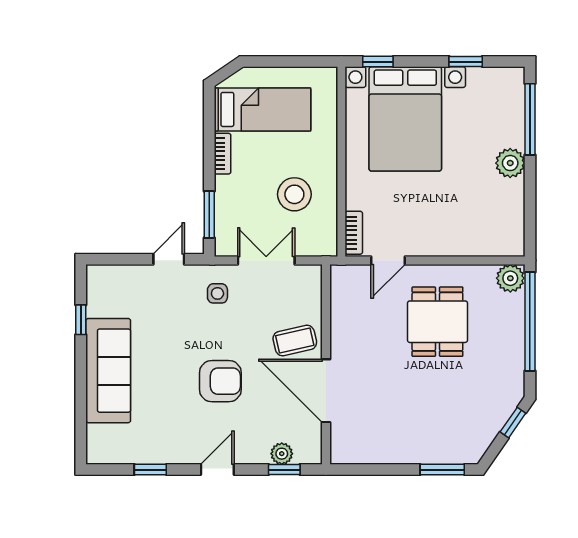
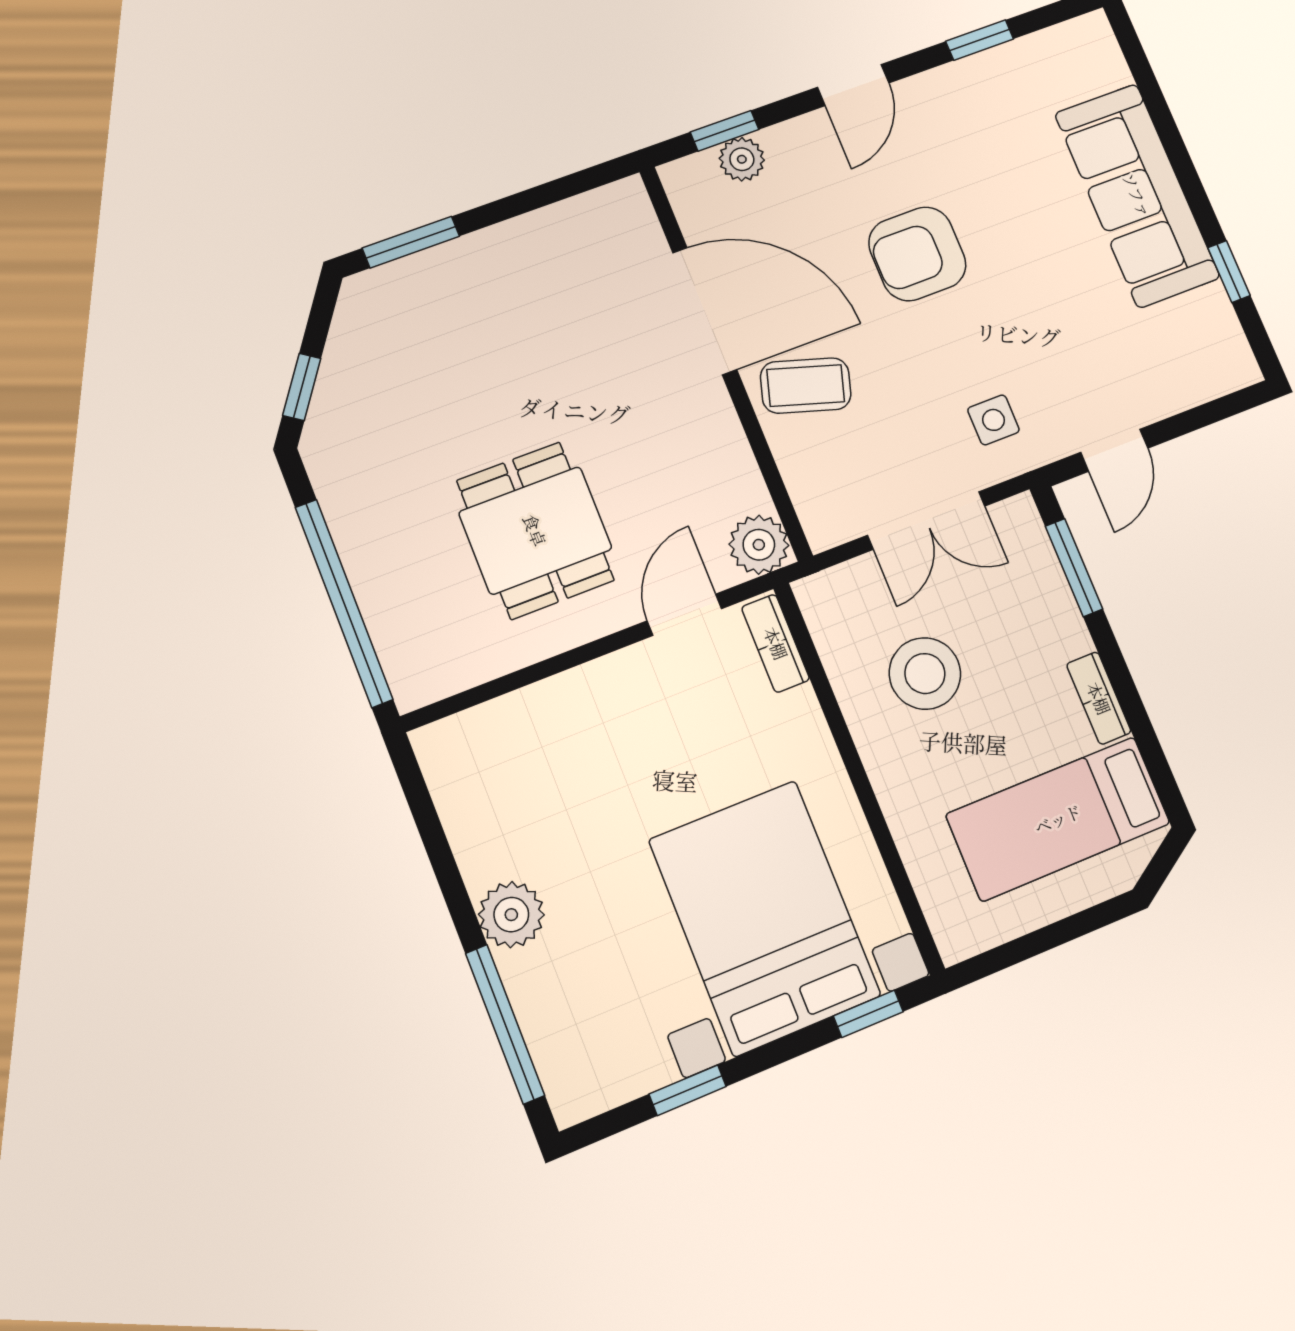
plant: (510, 278) -> (759, 545), moved
coffee table: (295, 341) -> (806, 386), turned 30

